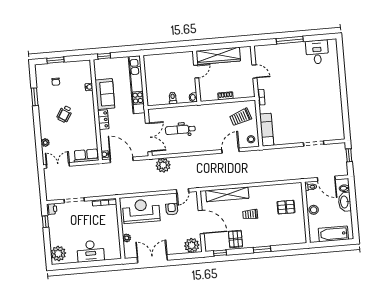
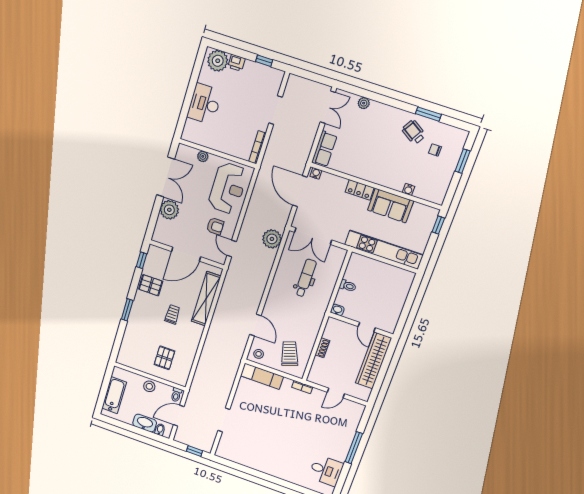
wheelchair: (65, 114) -> (414, 132), moved
door: (122, 160) -> (300, 191), swing flipped
printer: (52, 209) -> (236, 63), moved
plant: (192, 245) -> (169, 210), moved

